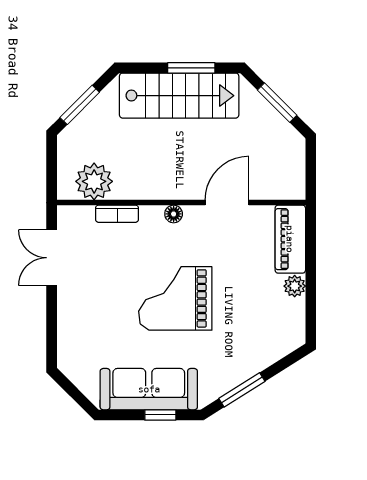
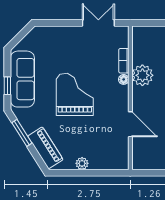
plant: (94, 181) -> (142, 75), moved
floor lamp: (174, 214) -> (124, 79), moved
piano: (290, 239) -> (45, 148), moved, turned 58

